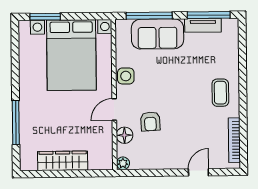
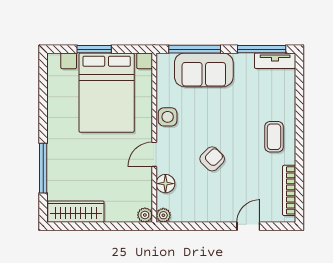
window: (45, 17) -> (94, 49), moved
tv unit: (203, 25) -> (275, 61), moved
armchair: (150, 121) -> (212, 159), moved, turned -132
wardrobe: (63, 161) -> (76, 212), moved
plant: (107, 163) -> (145, 215), added

